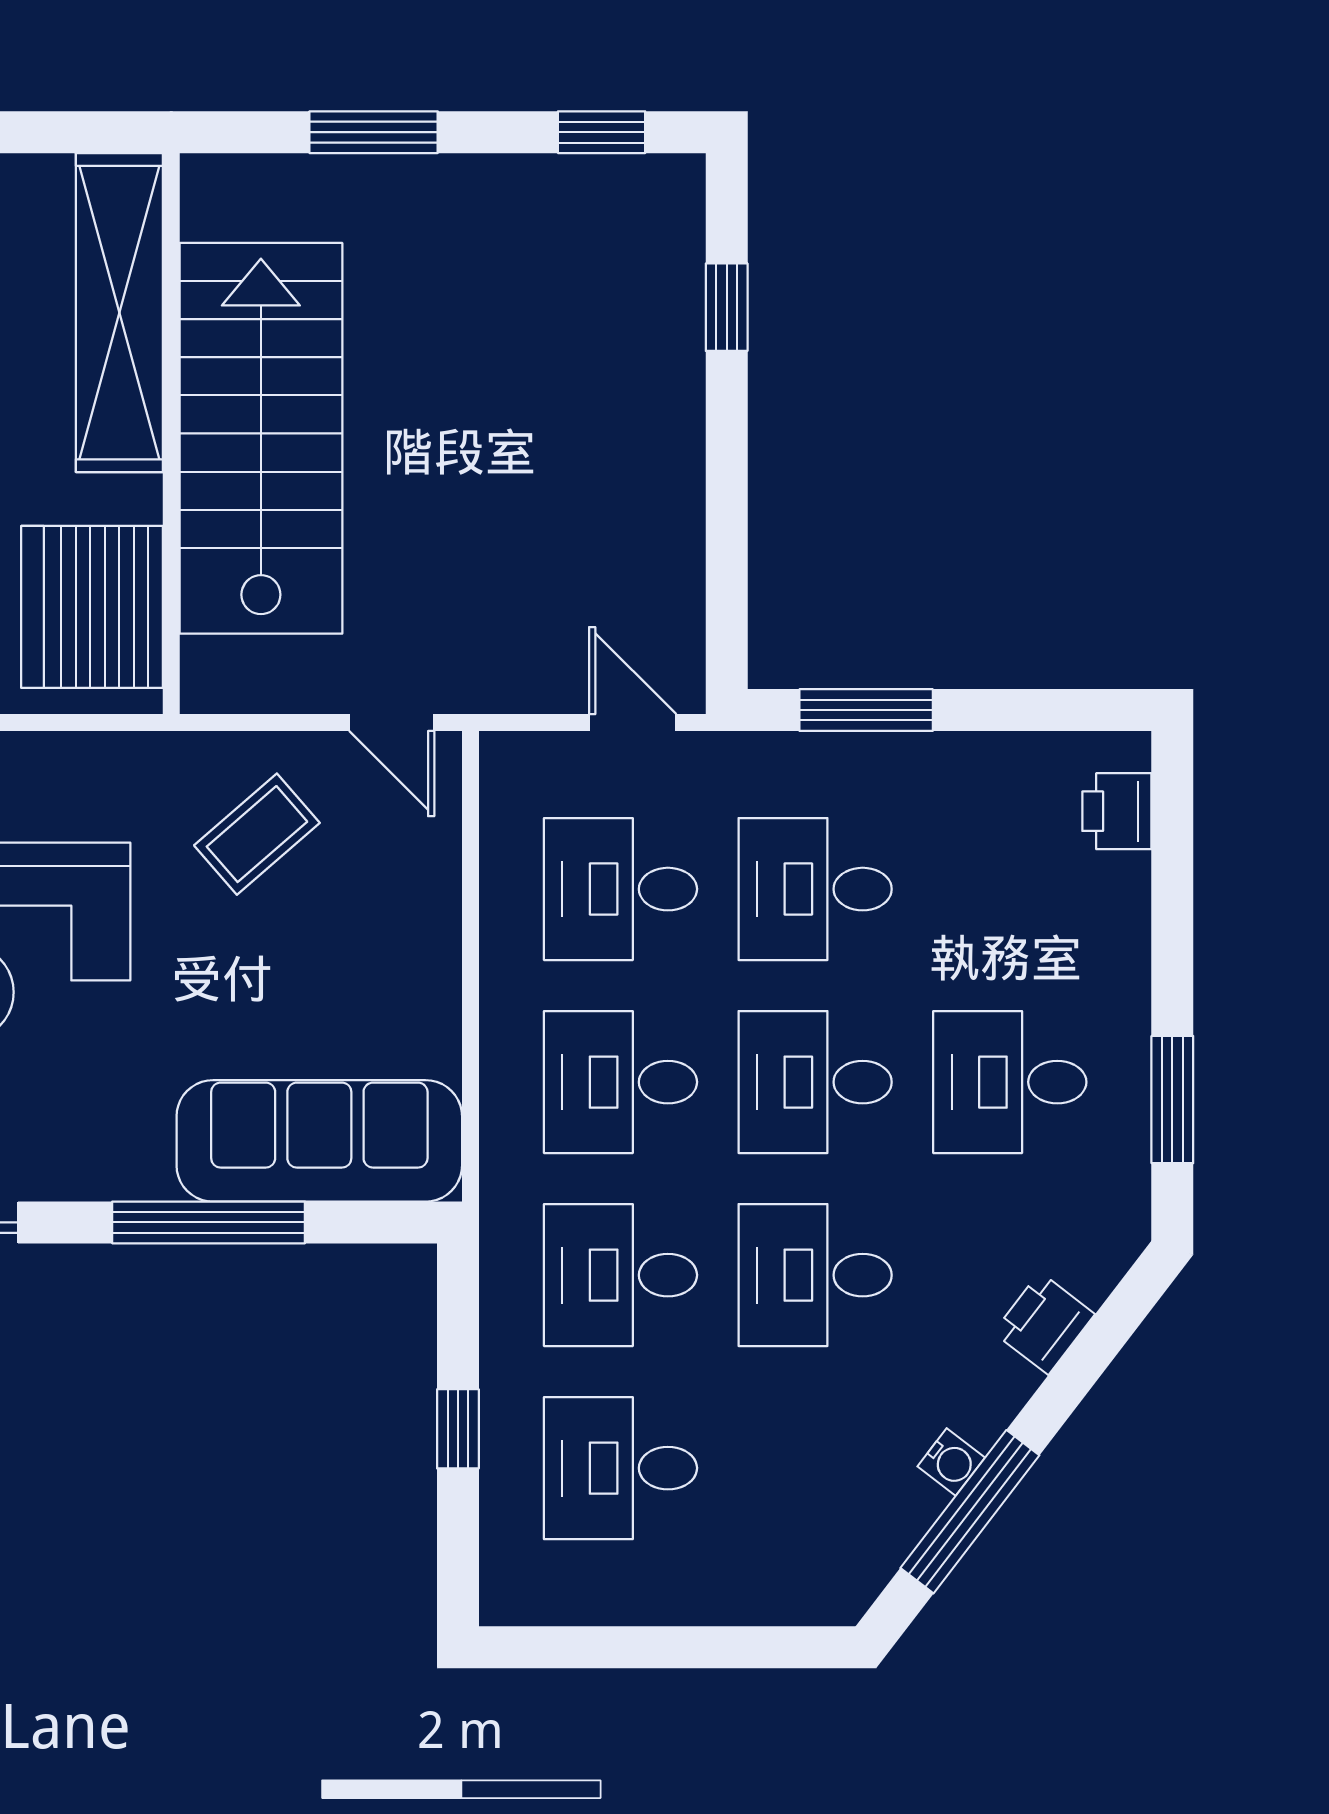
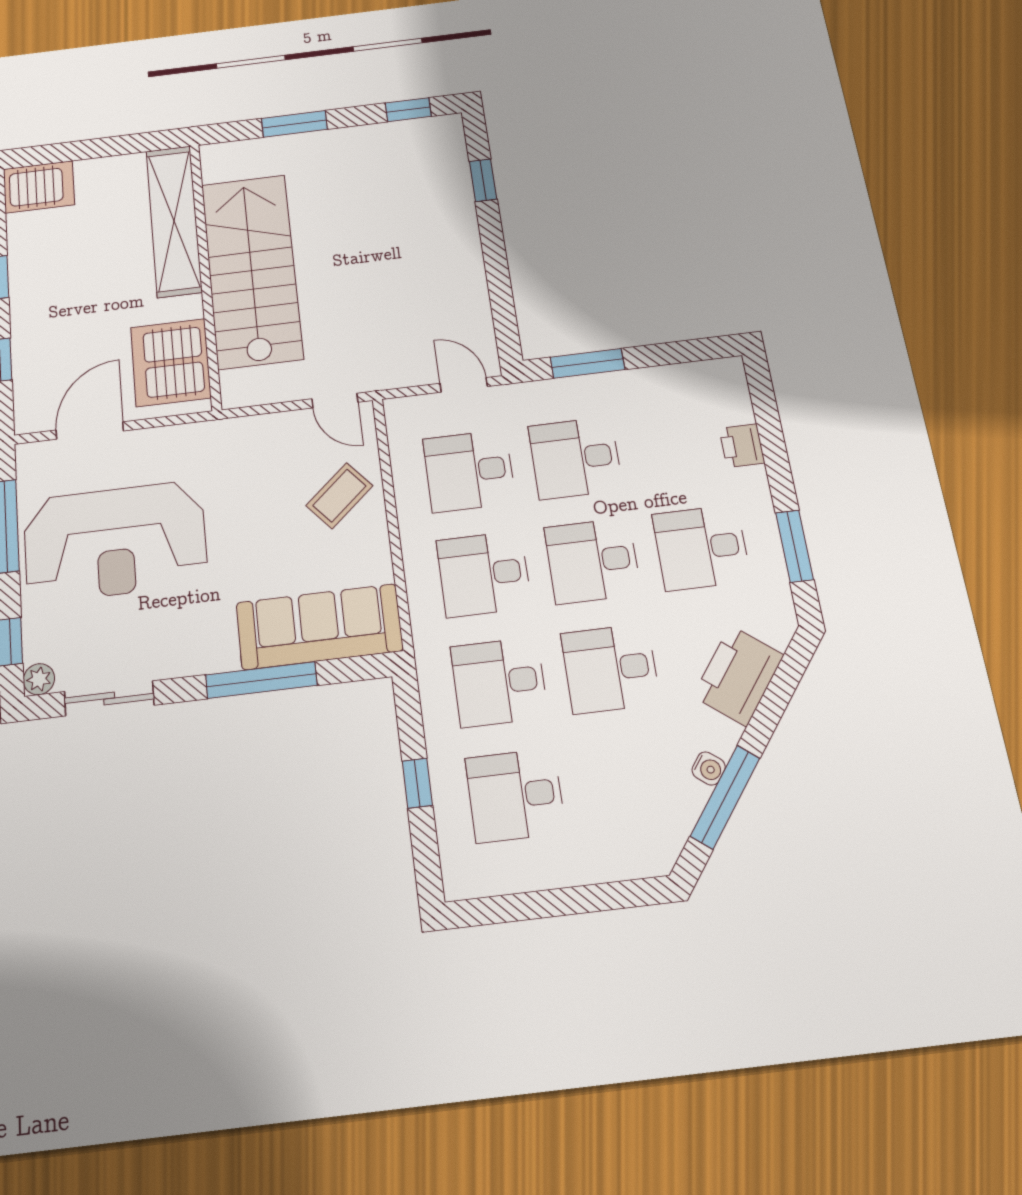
printer: (1117, 811) -> (742, 446), moved
coffee table: (257, 834) -> (339, 496), moved
printer: (1044, 1323) -> (738, 675), width x1.87, depth x1.48

